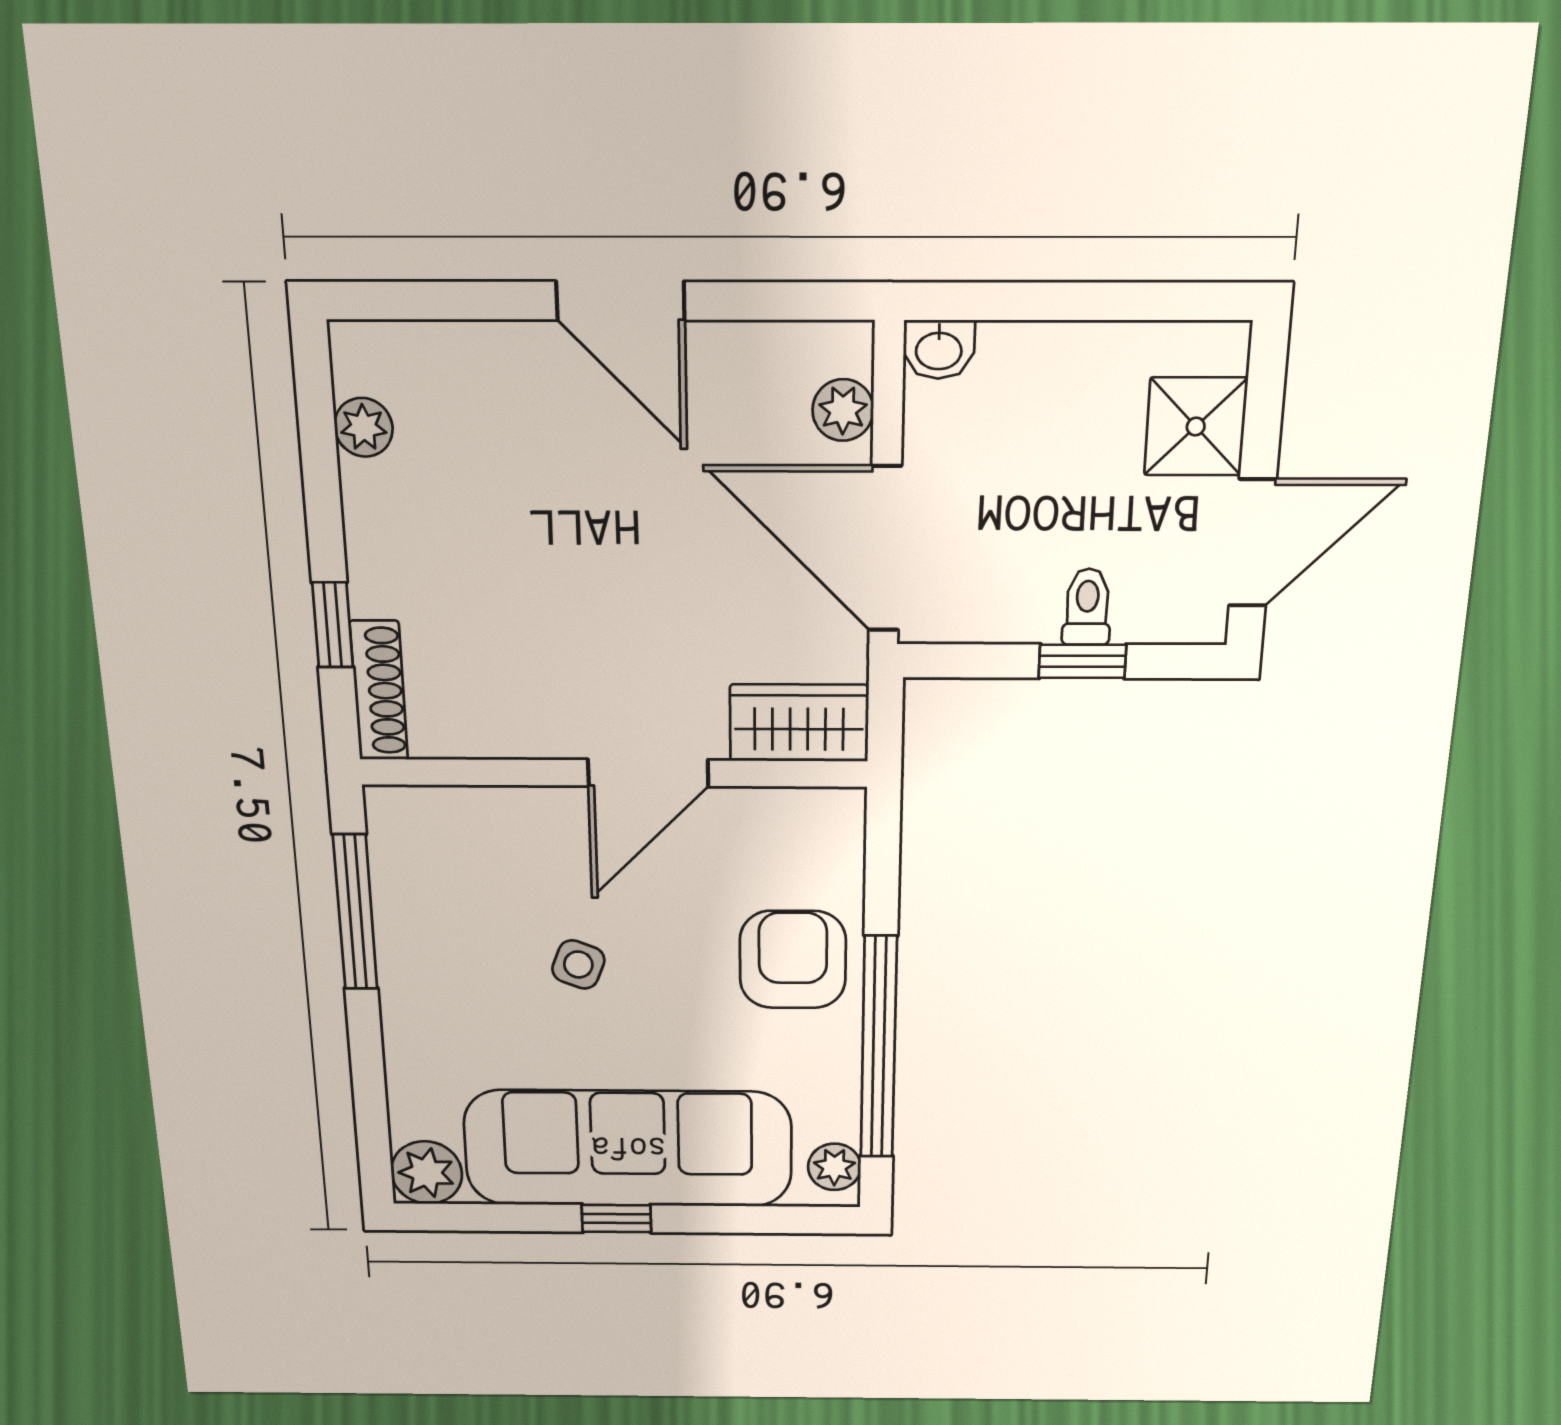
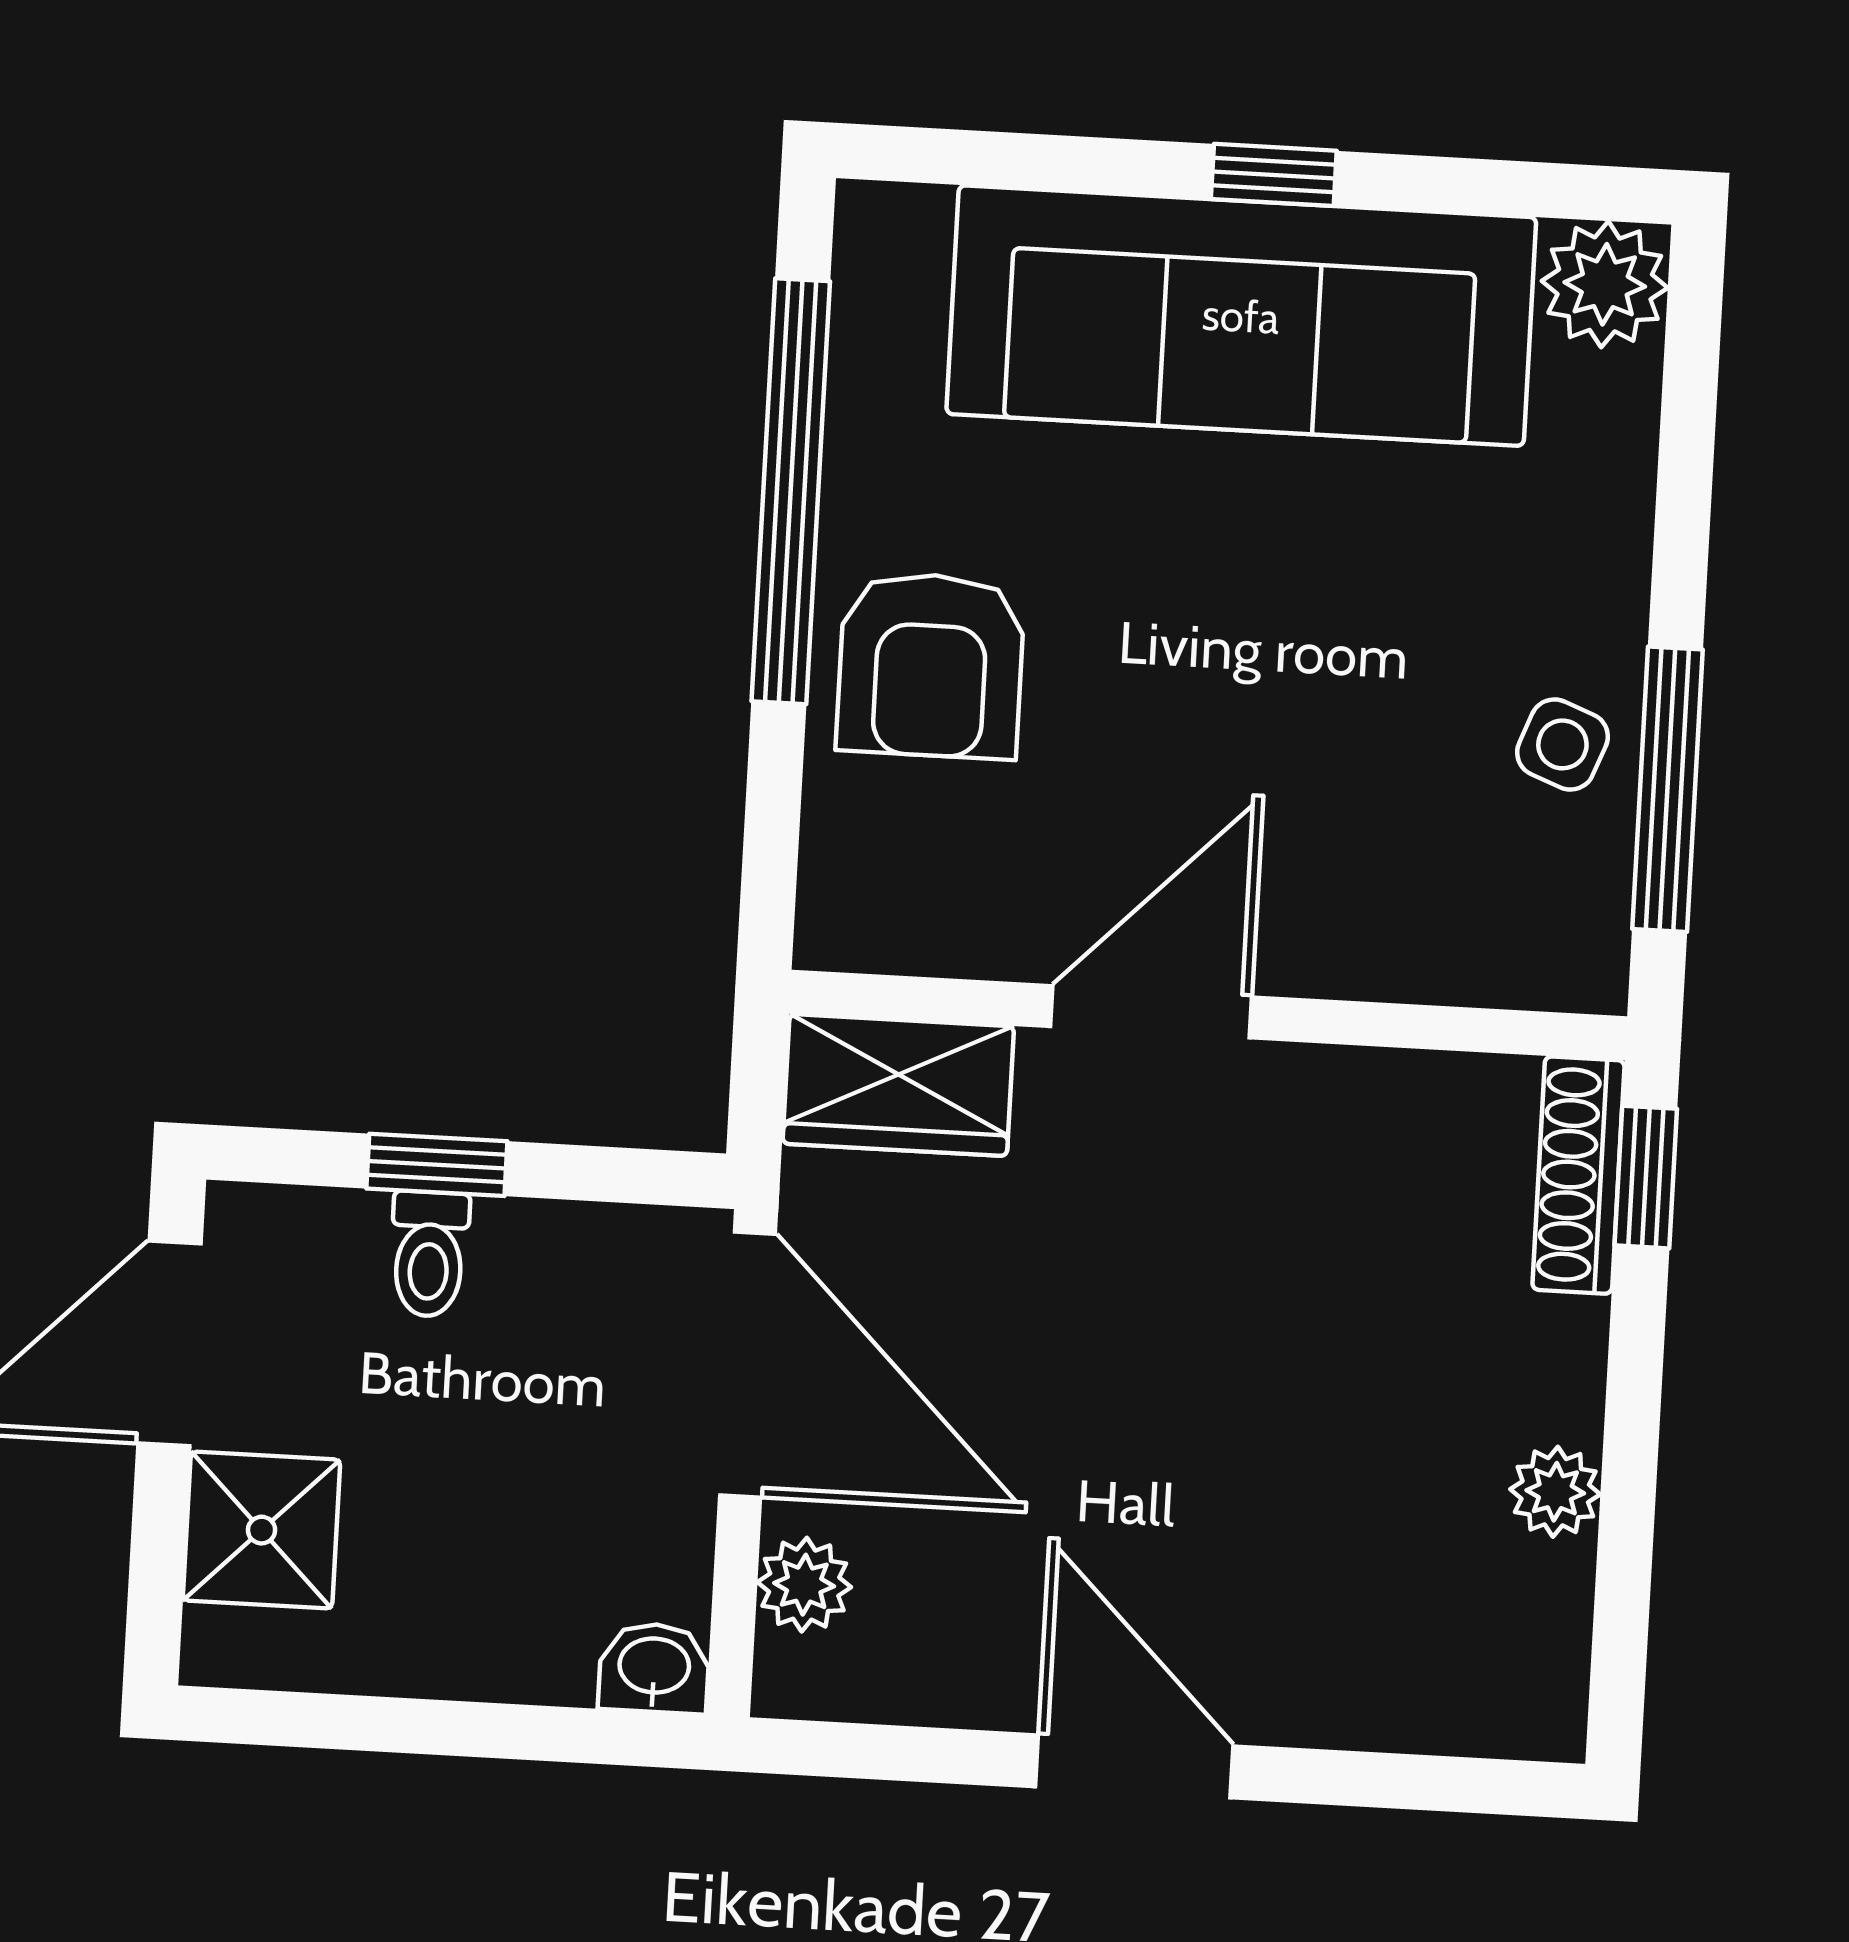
plant: (364, 427) -> (1555, 1492), moved
window: (333, 625) -> (1646, 1177), moved
side table: (578, 964) -> (1562, 744), moved
plant: (834, 1167) -> (878, 261), removed

